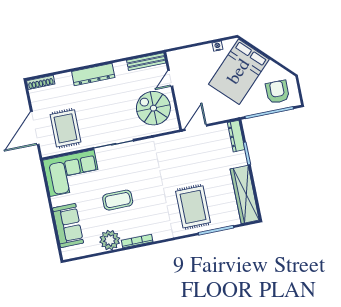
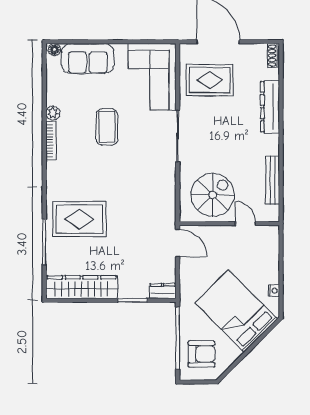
bench: (146, 62) -> (273, 180), moved
dresser: (93, 74) -> (270, 107), moved
shoe rack: (41, 82) -> (273, 56), width x0.70
dresser: (236, 136) -> (163, 291), width x0.70
plant: (110, 240) -> (53, 113), width x0.53, depth x0.53
floor lamp: (66, 253) -> (54, 50), added

